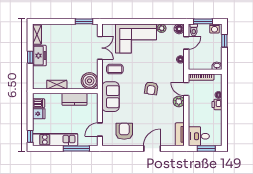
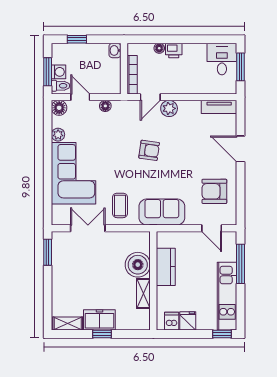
washing machine: (214, 29) -> (59, 72), moved
boiler: (90, 81) -> (138, 265), moved
desk: (199, 136) -> (222, 59), moved, turned 180

